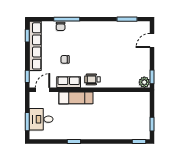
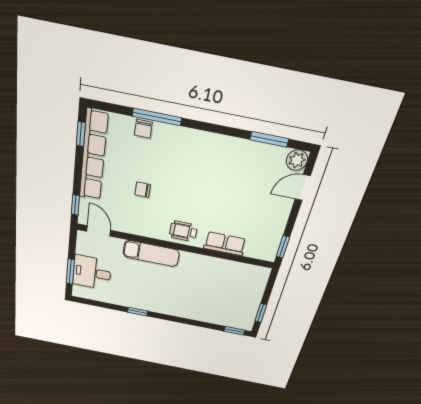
row of seats: (69, 82) -> (225, 244), moved
plant: (144, 82) -> (297, 160), moved
door: (43, 90) -> (99, 231), hinge flipped

